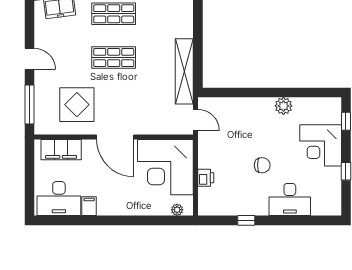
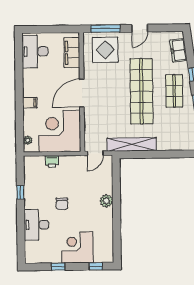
shop shelf: (114, 58) -> (141, 91), width x2.00, depth x1.36
display table: (77, 105) -> (105, 50), moved
plant: (283, 106) -> (106, 201), moved
filing cabinet: (89, 206) -> (30, 103), moved

